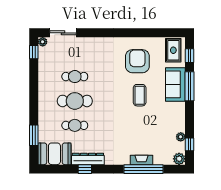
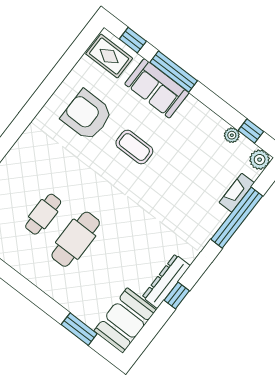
cafe table: (75, 125) -> (108, 264), removed
fireplace: (141, 160) -> (237, 193), moved

